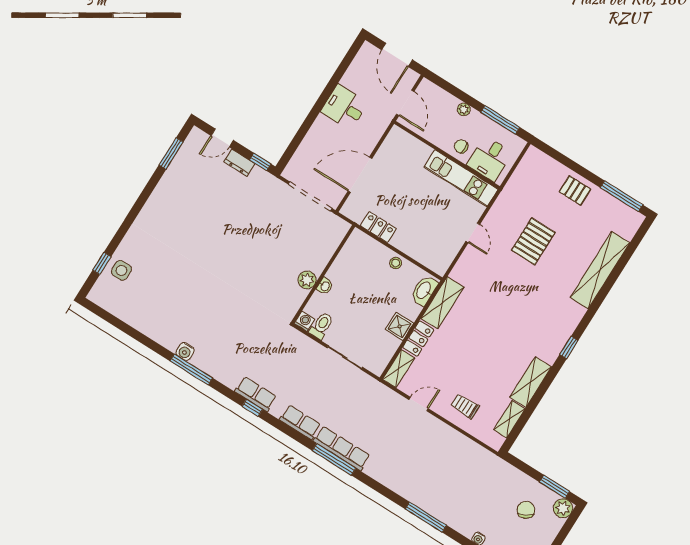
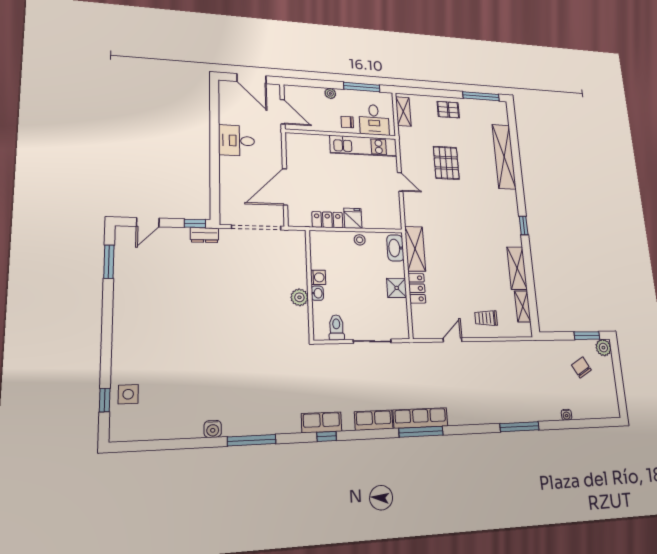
dresser: (239, 163) -> (205, 235), moved
fridge: (403, 240) -> (353, 218), added
washing machine: (304, 321) -> (318, 277), moved, turned 90
water cooler: (185, 351) -> (213, 429), moved
shelving: (399, 369) -> (403, 111), moved

